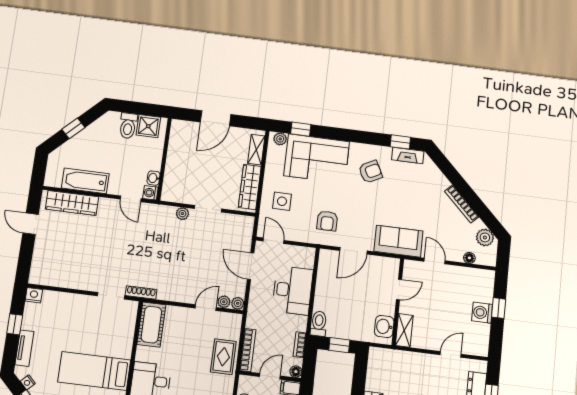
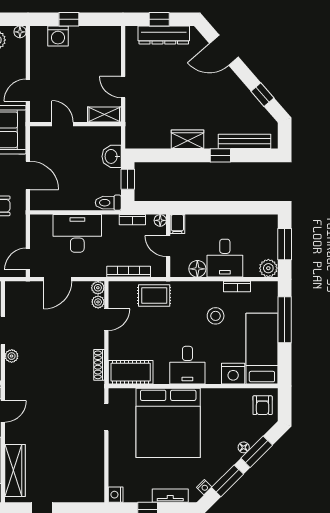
floor lamp: (469, 258) -> (20, 32), moved
shoe rack: (141, 292) -> (99, 365), moved
door: (206, 308) -> (106, 320), swing flipped
washing machine: (482, 313) -> (58, 36), moved
washbasin: (384, 326) -> (112, 156), moved, turned 90
bookcase: (248, 350) -> (129, 272), moved
door: (451, 354) -> (123, 87), moved
bed: (94, 371) -> (168, 423), width x2.04

